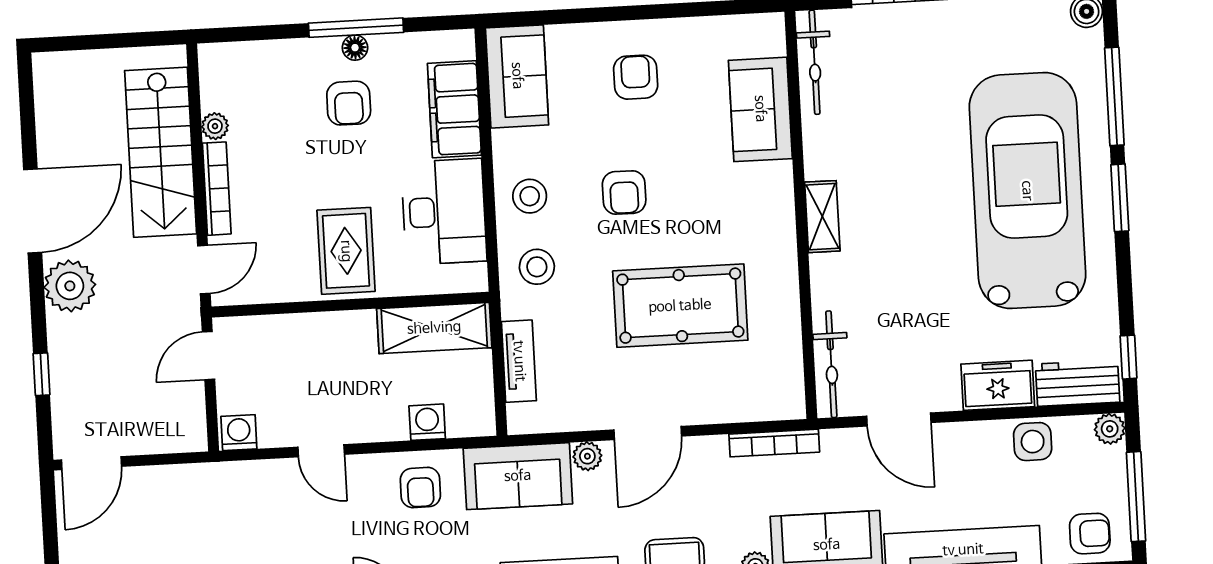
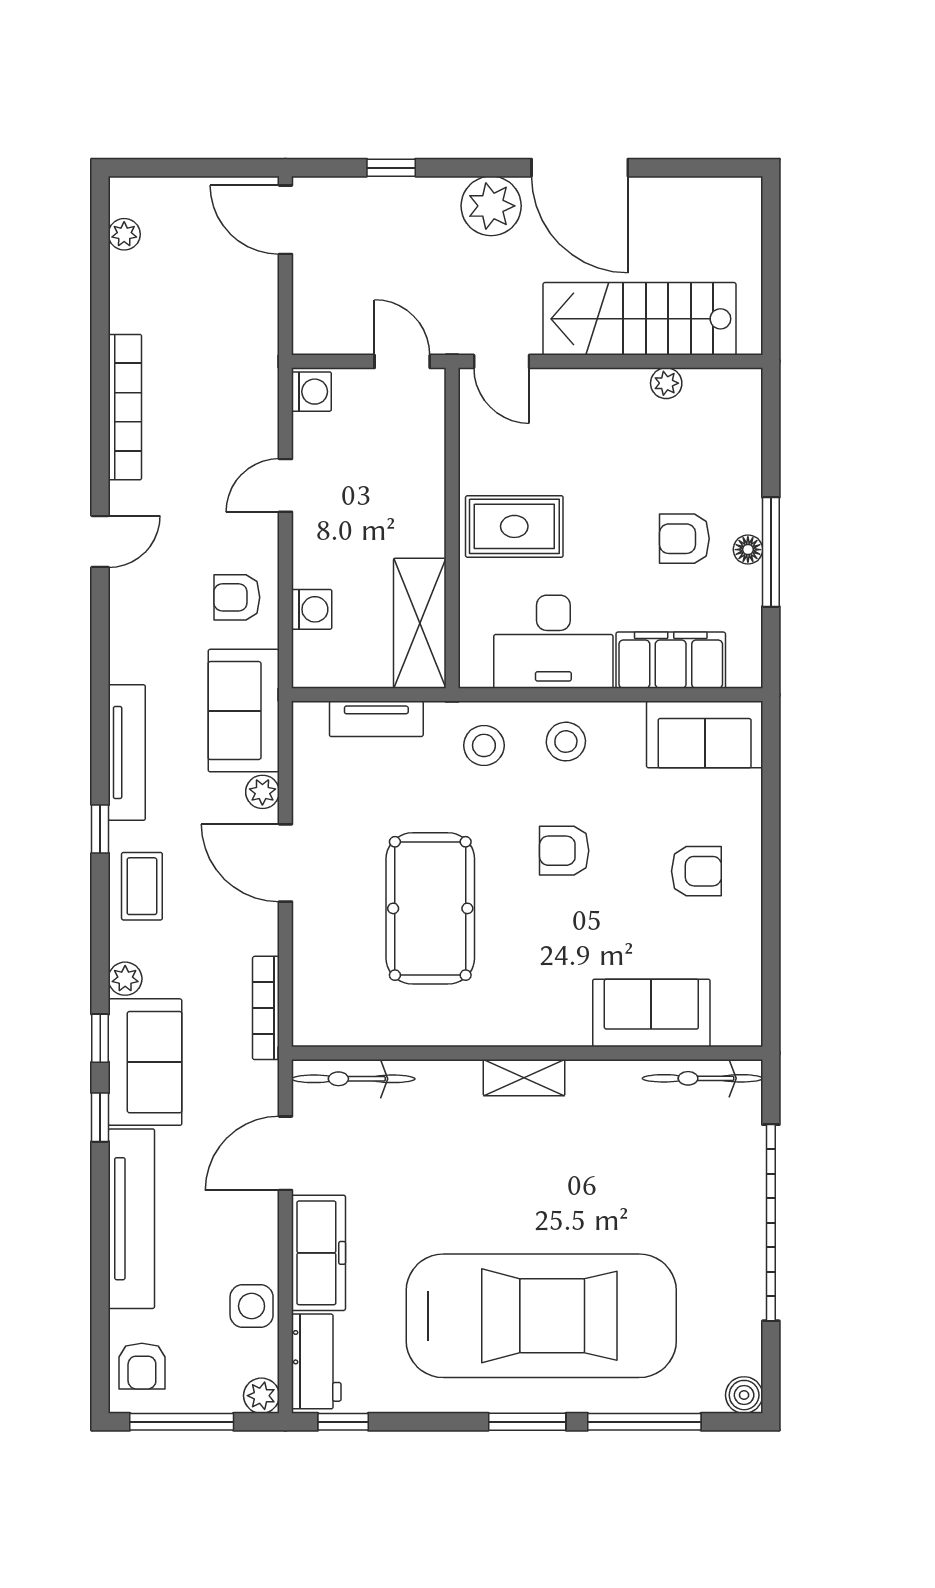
bookcase: (217, 189) -> (594, 381), removed
freezer: (998, 385) -> (319, 1253), width x1.40

